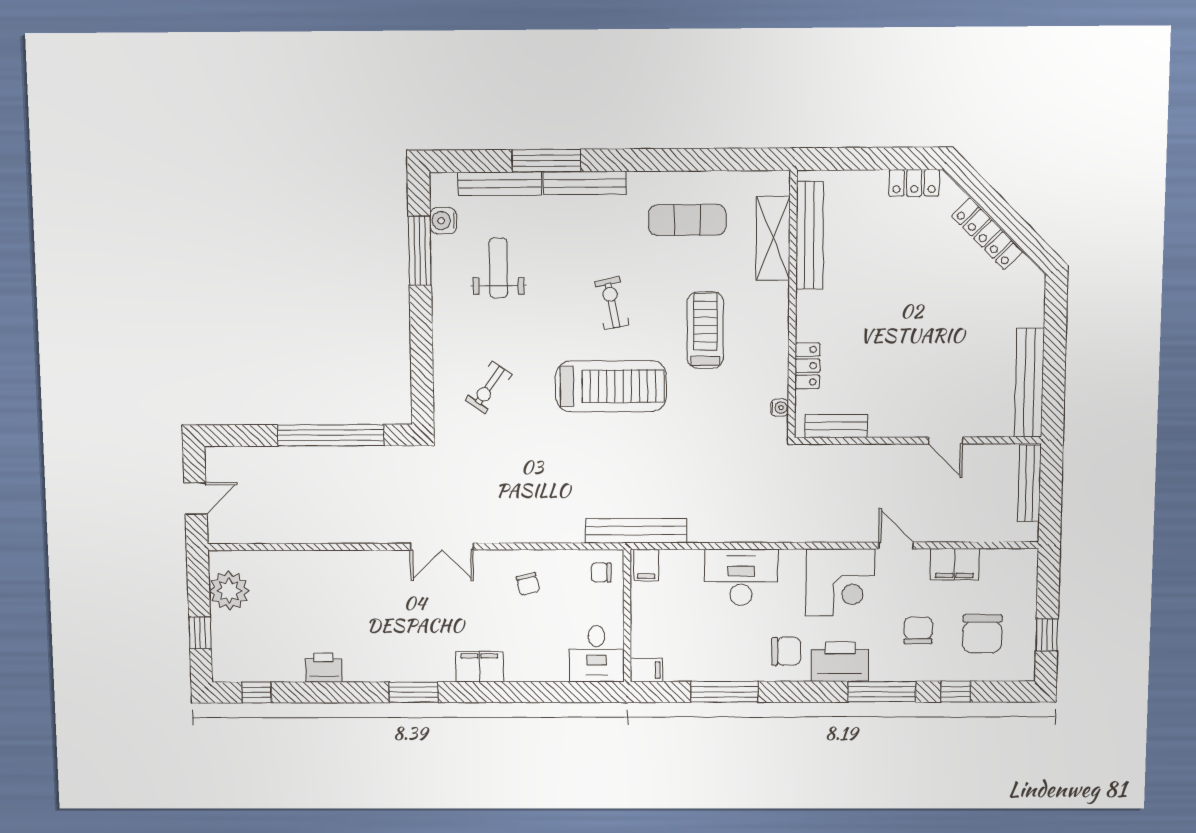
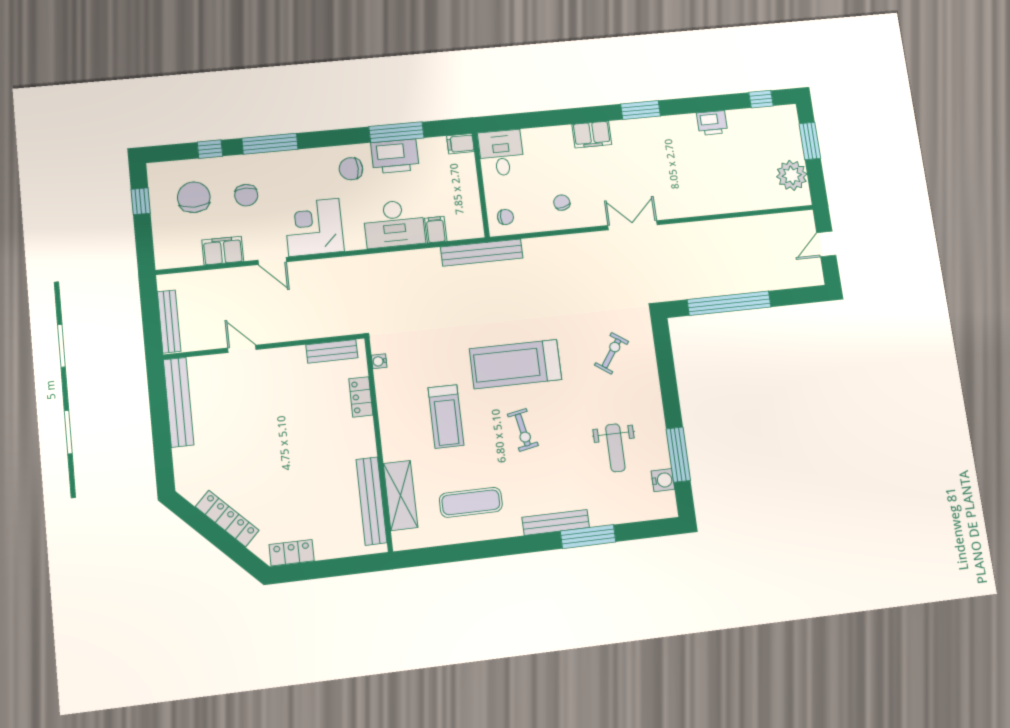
bench: (500, 184) -> (622, 514), removed
filing cabinet: (646, 565) -> (436, 230), moved
window: (200, 633) -> (810, 141), width x1.50
printer: (840, 662) -> (395, 156), moved

